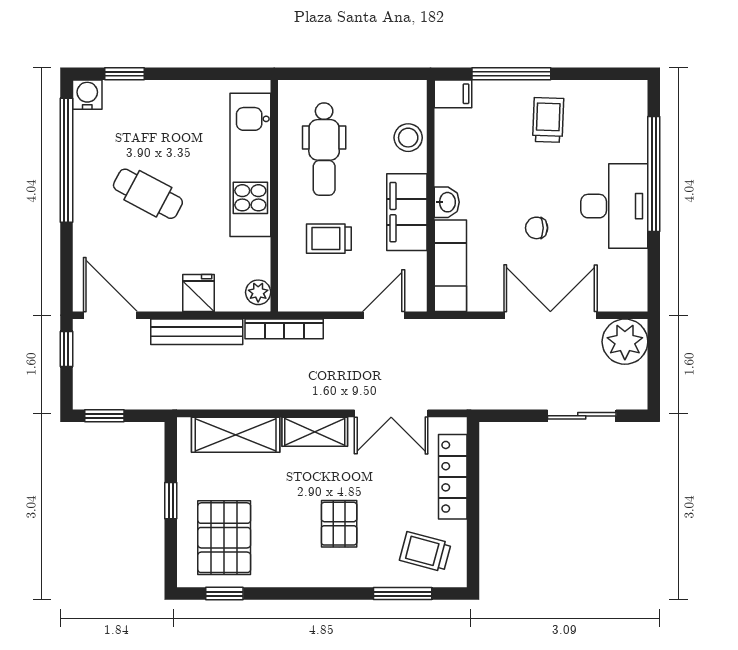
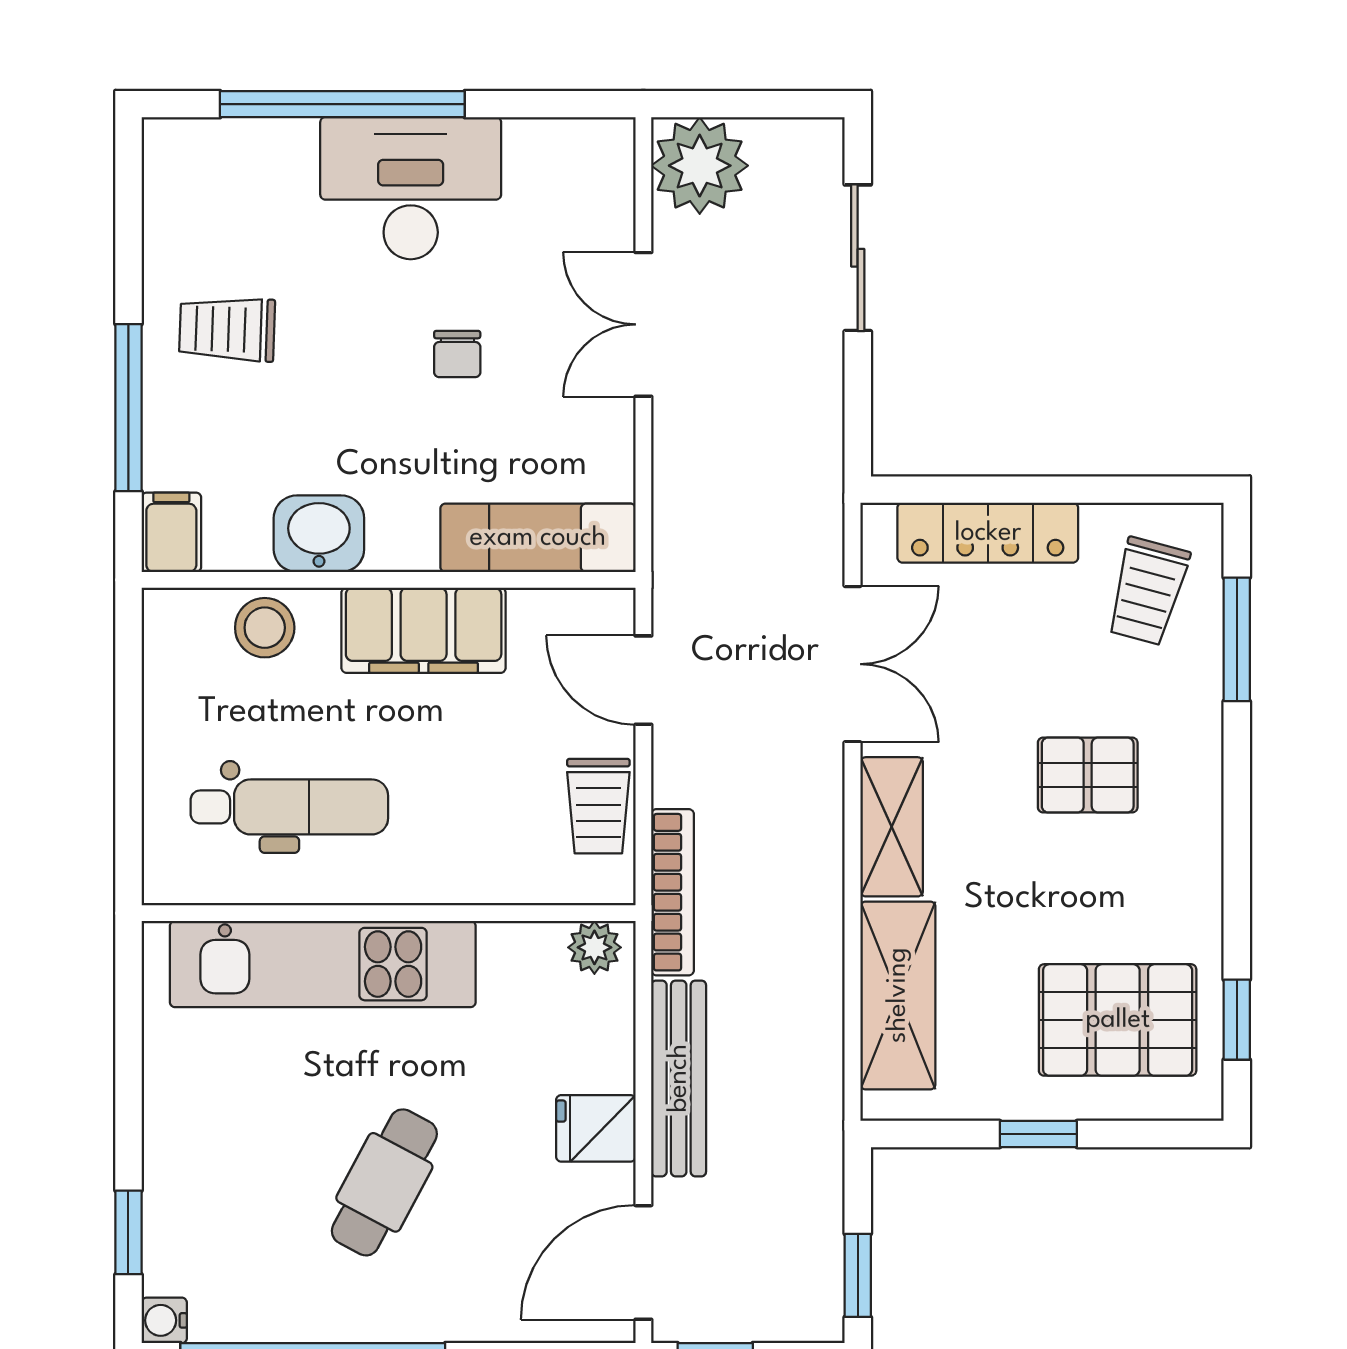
water cooler: (87, 95) -> (164, 1320), width x0.72, depth x0.72
washbasin: (447, 202) -> (319, 534), moved, width x1.38, depth x1.45
trolley: (329, 239) -> (598, 806), moved
fridge: (199, 293) -> (596, 1128), moved
double door: (550, 315) -> (643, 324), width x0.73

